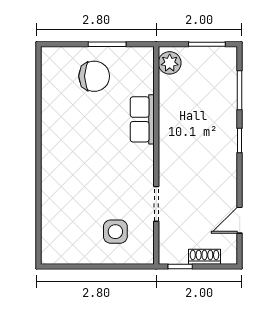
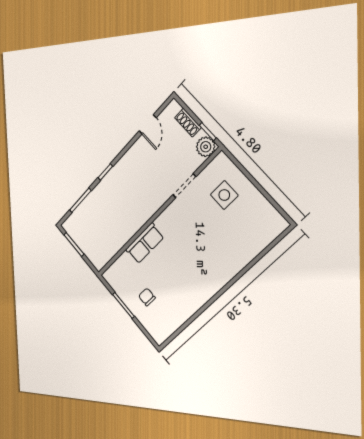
plant: (170, 63) -> (206, 147), moved
chair: (94, 76) -> (147, 297), width x0.54, depth x0.54
door: (240, 220) -> (148, 124), hinge flipped

